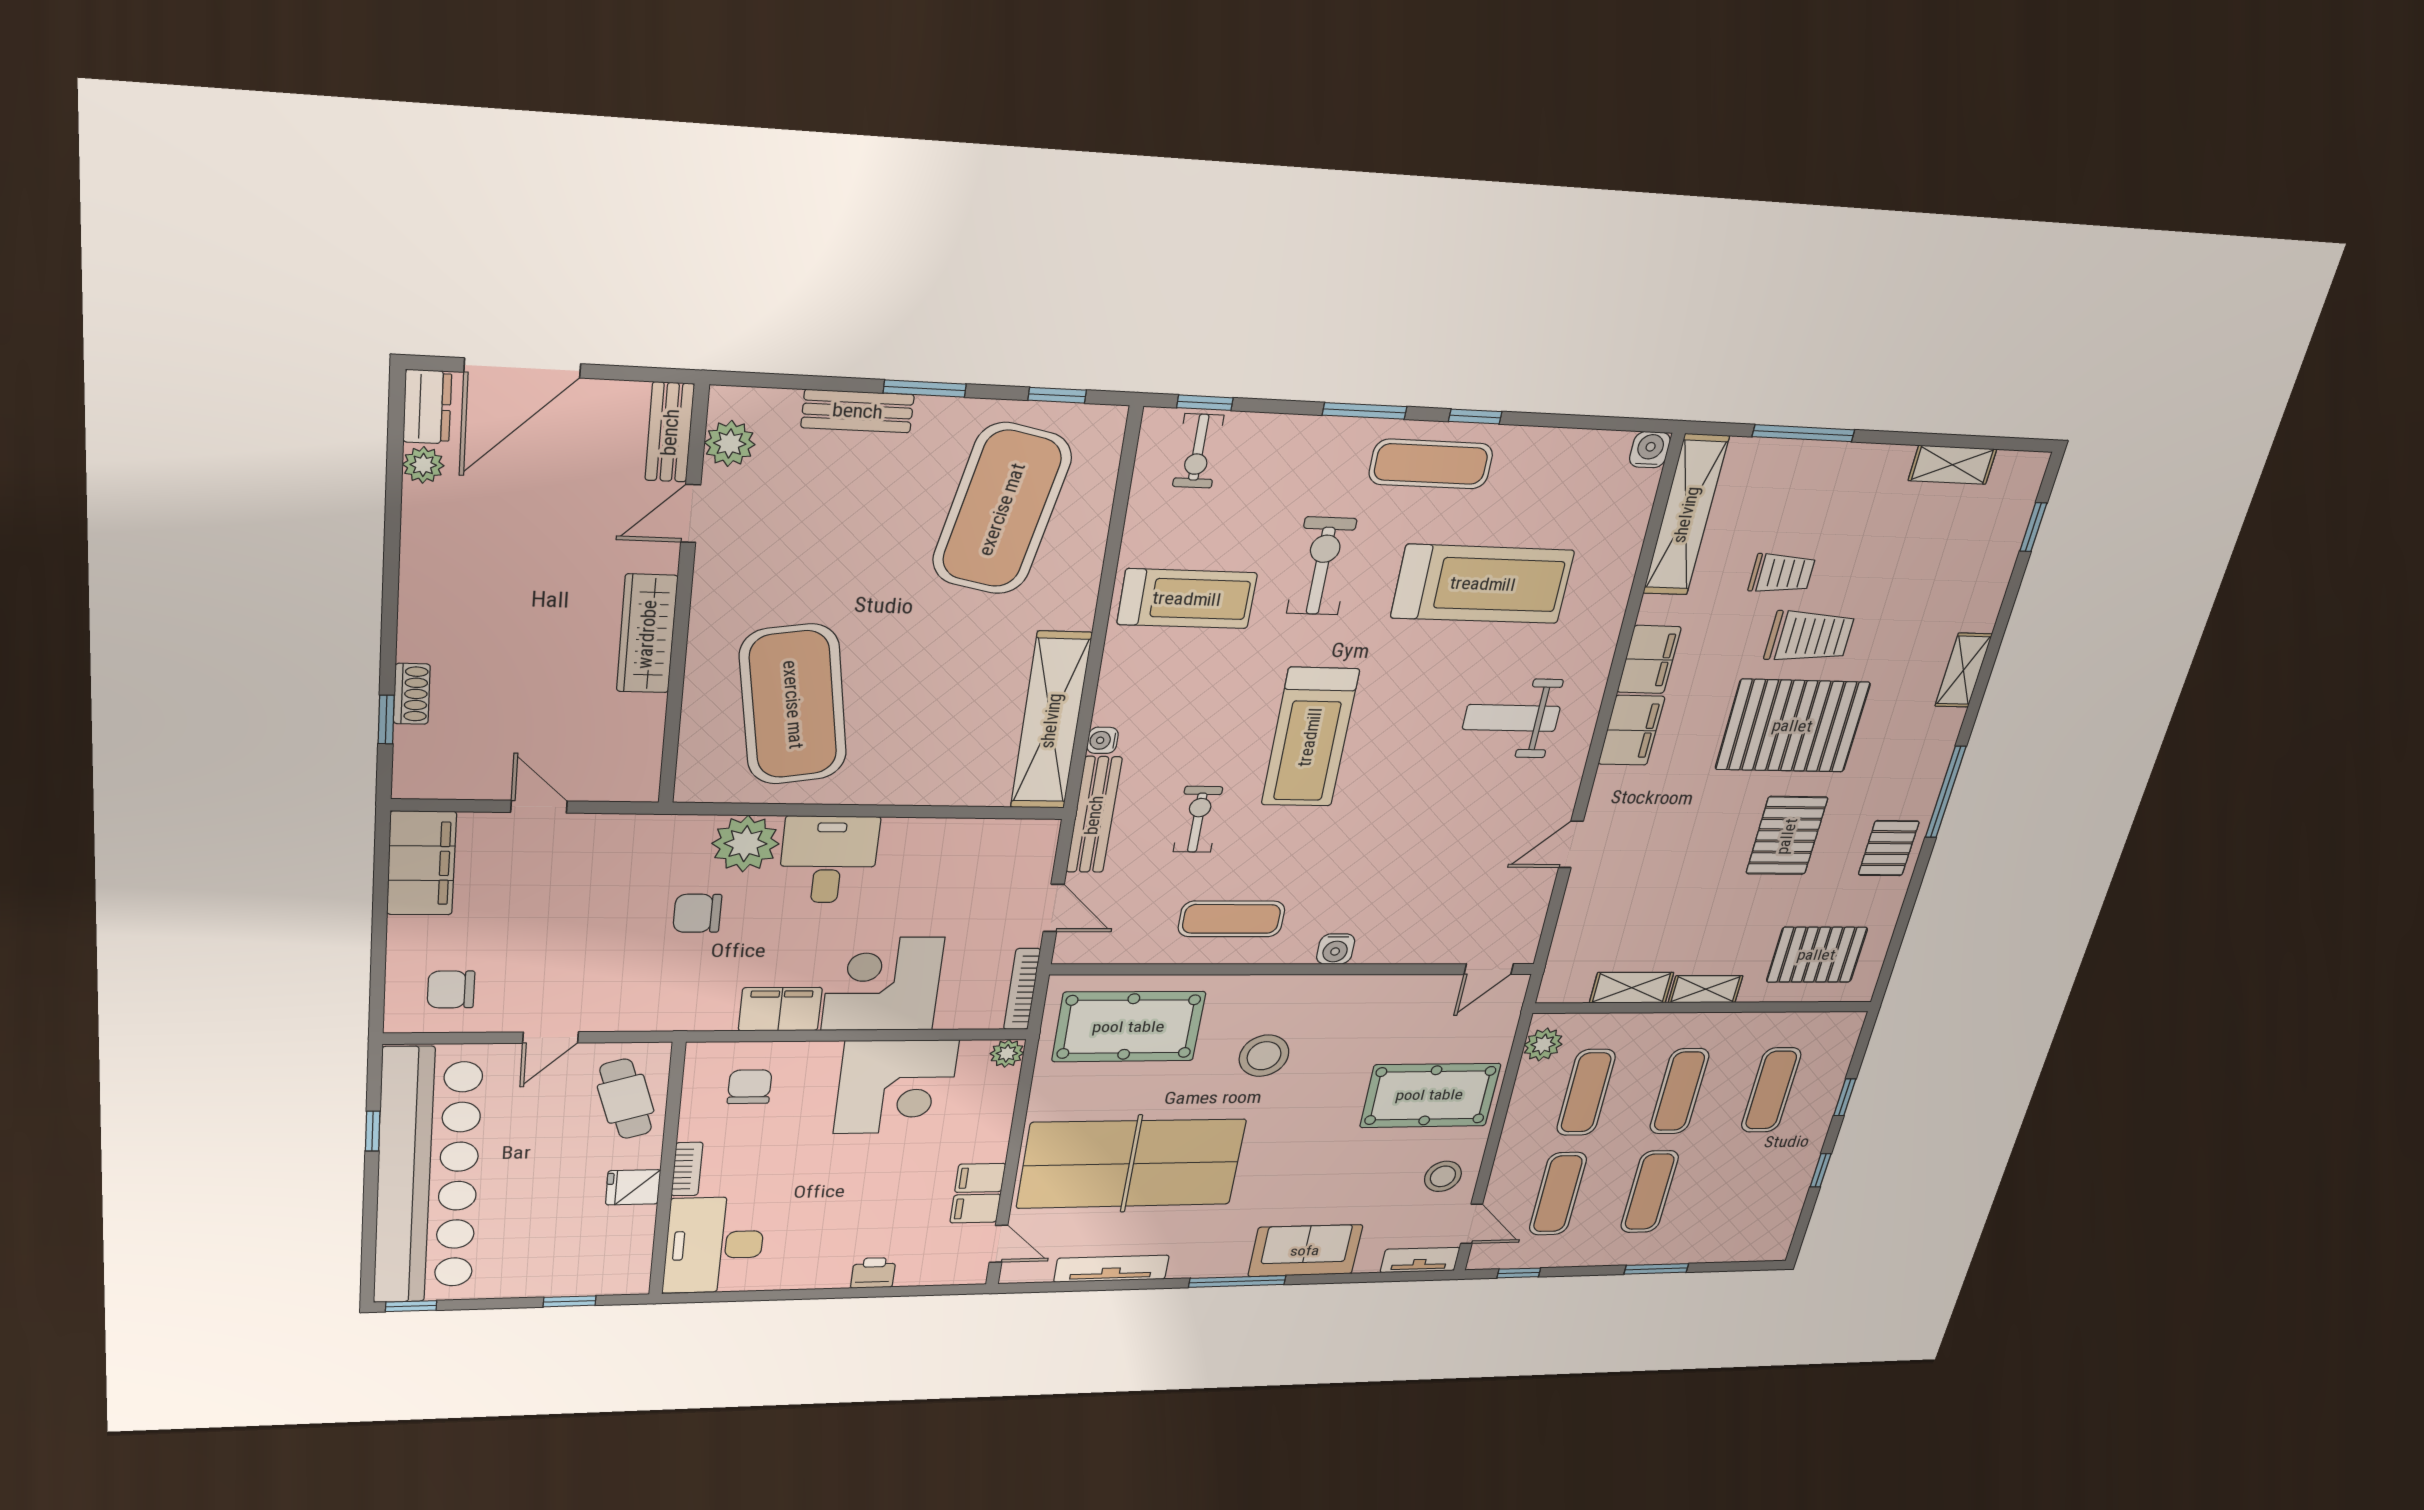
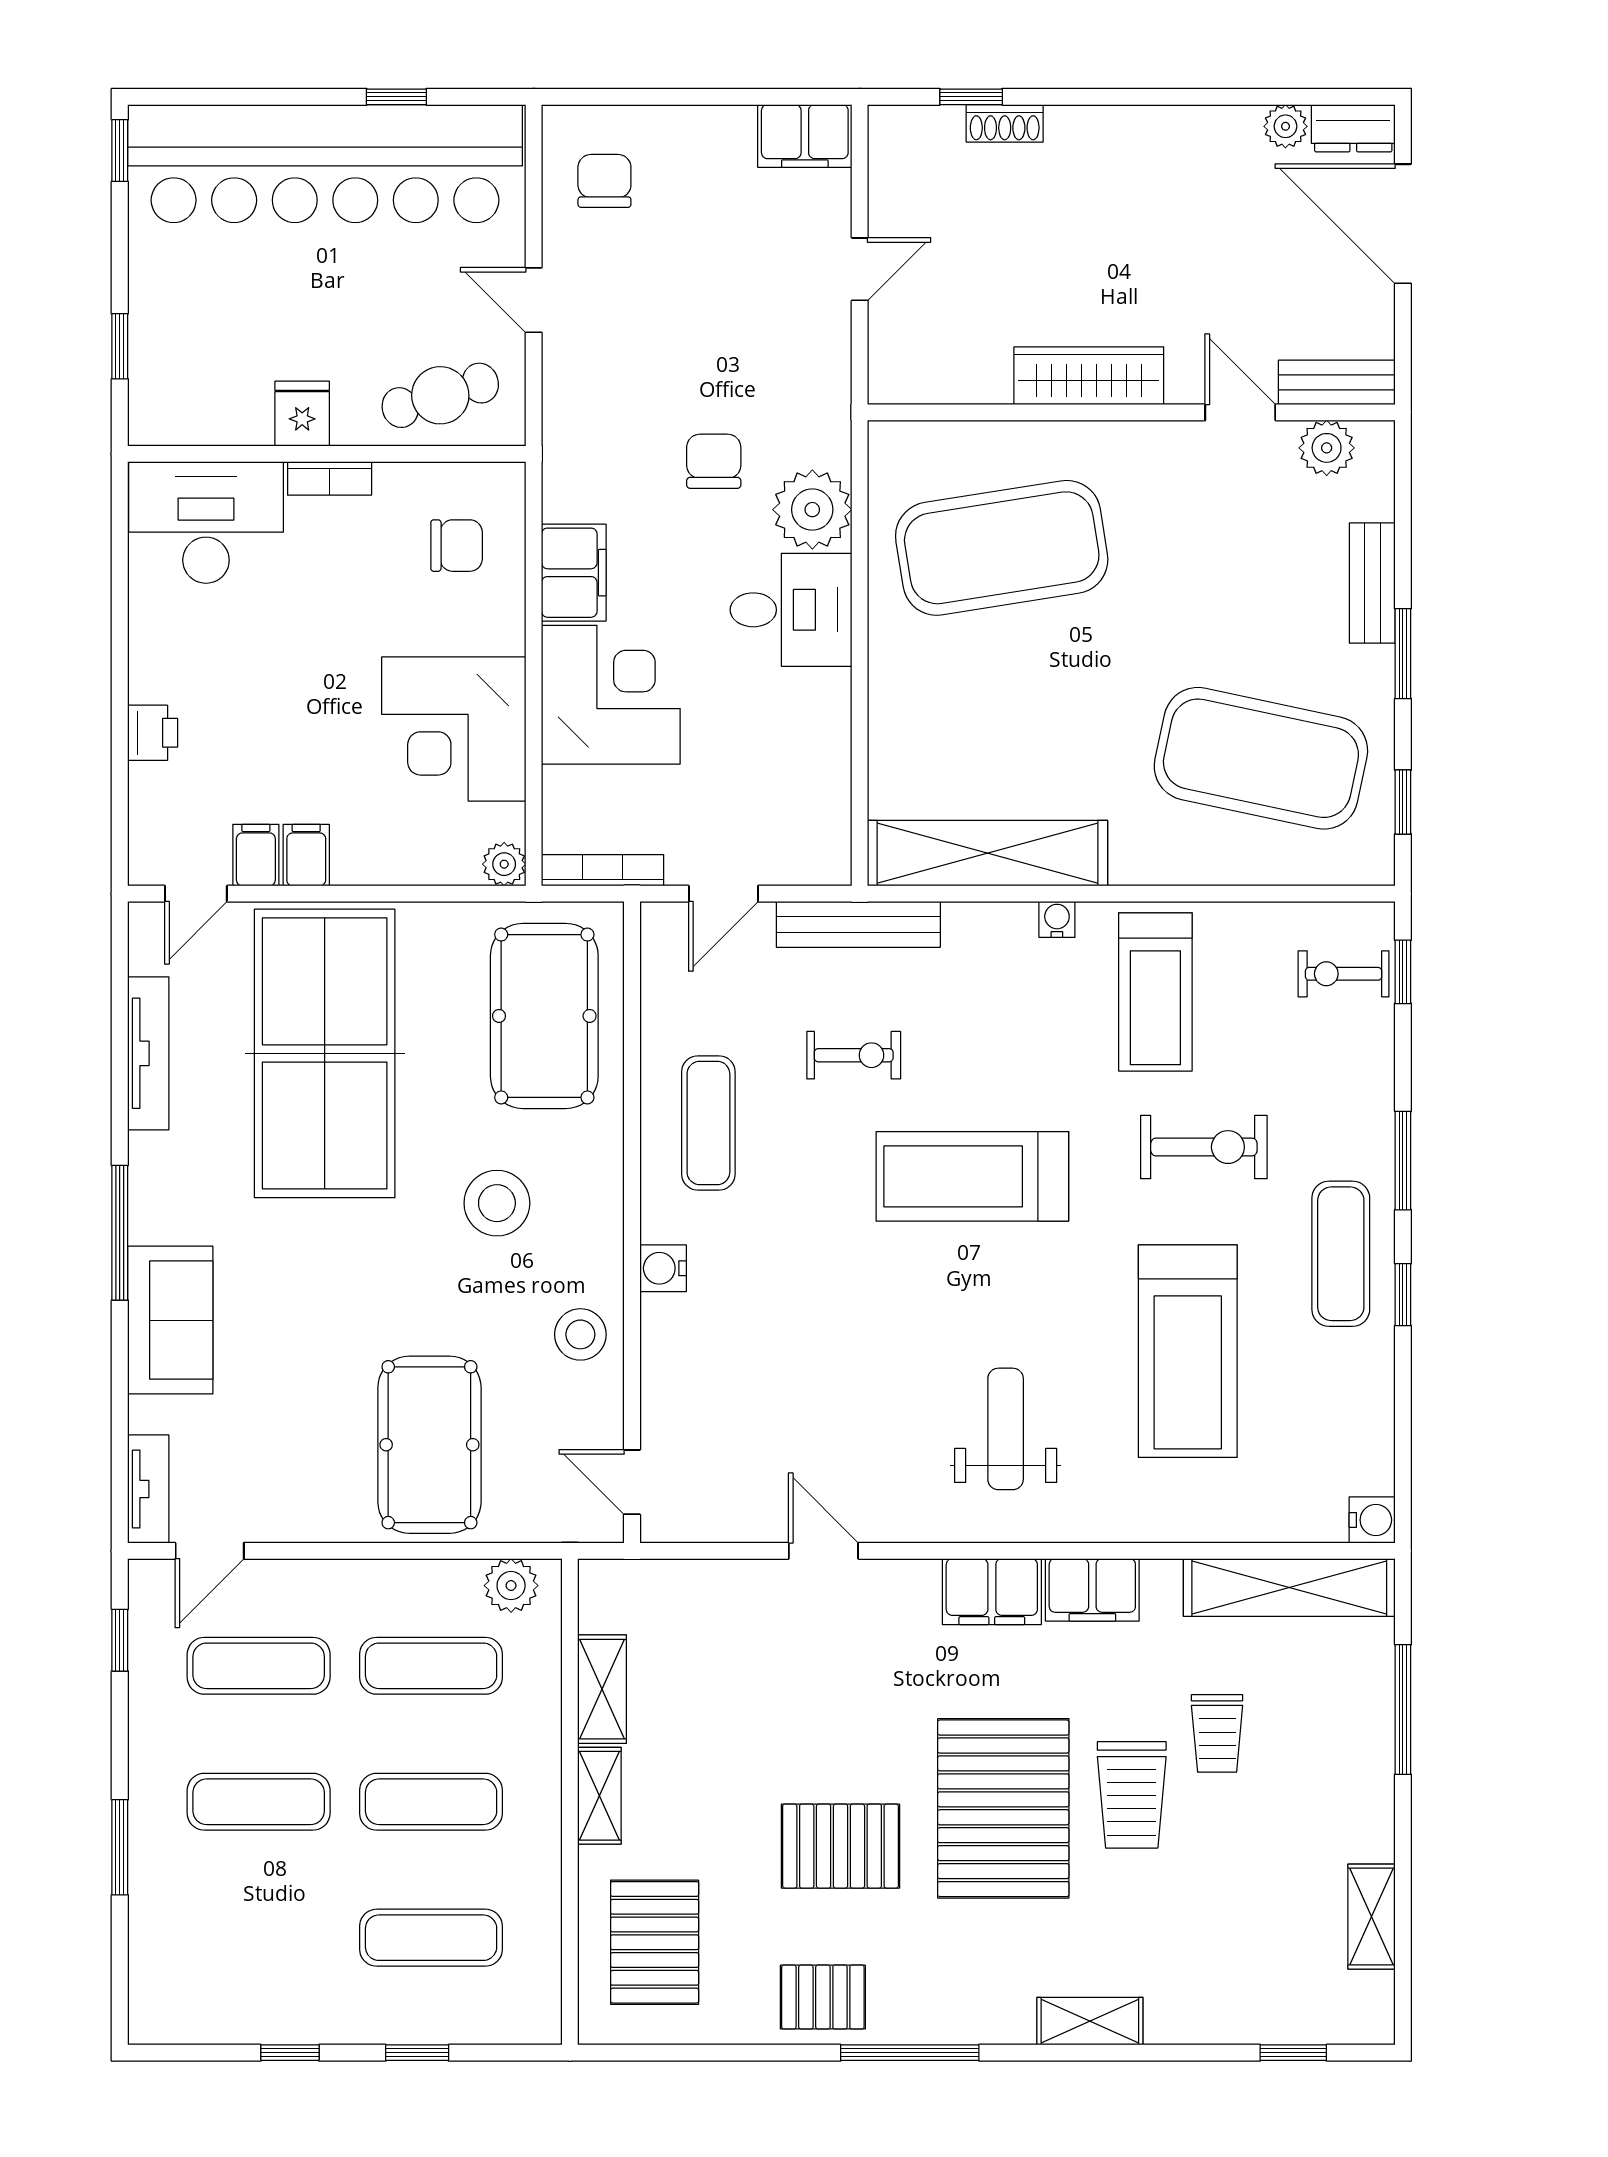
water cooler: (1102, 740) -> (1057, 919), moved
filing cabinet: (421, 863) -> (805, 136), width x0.67, depth x0.86
stool: (1443, 1176) -> (580, 1334), moved

